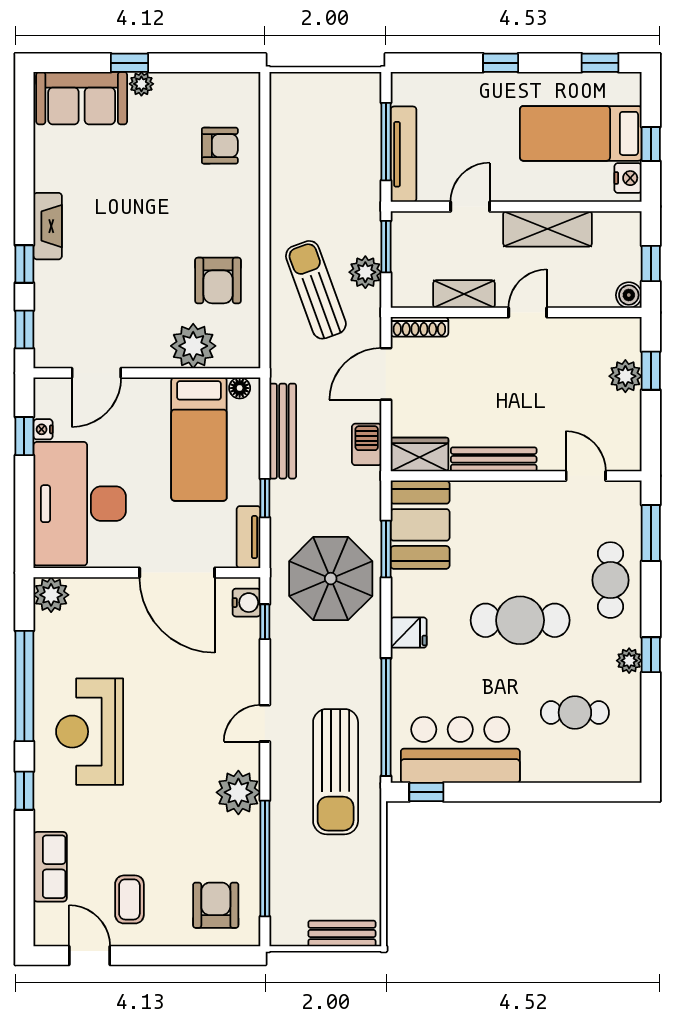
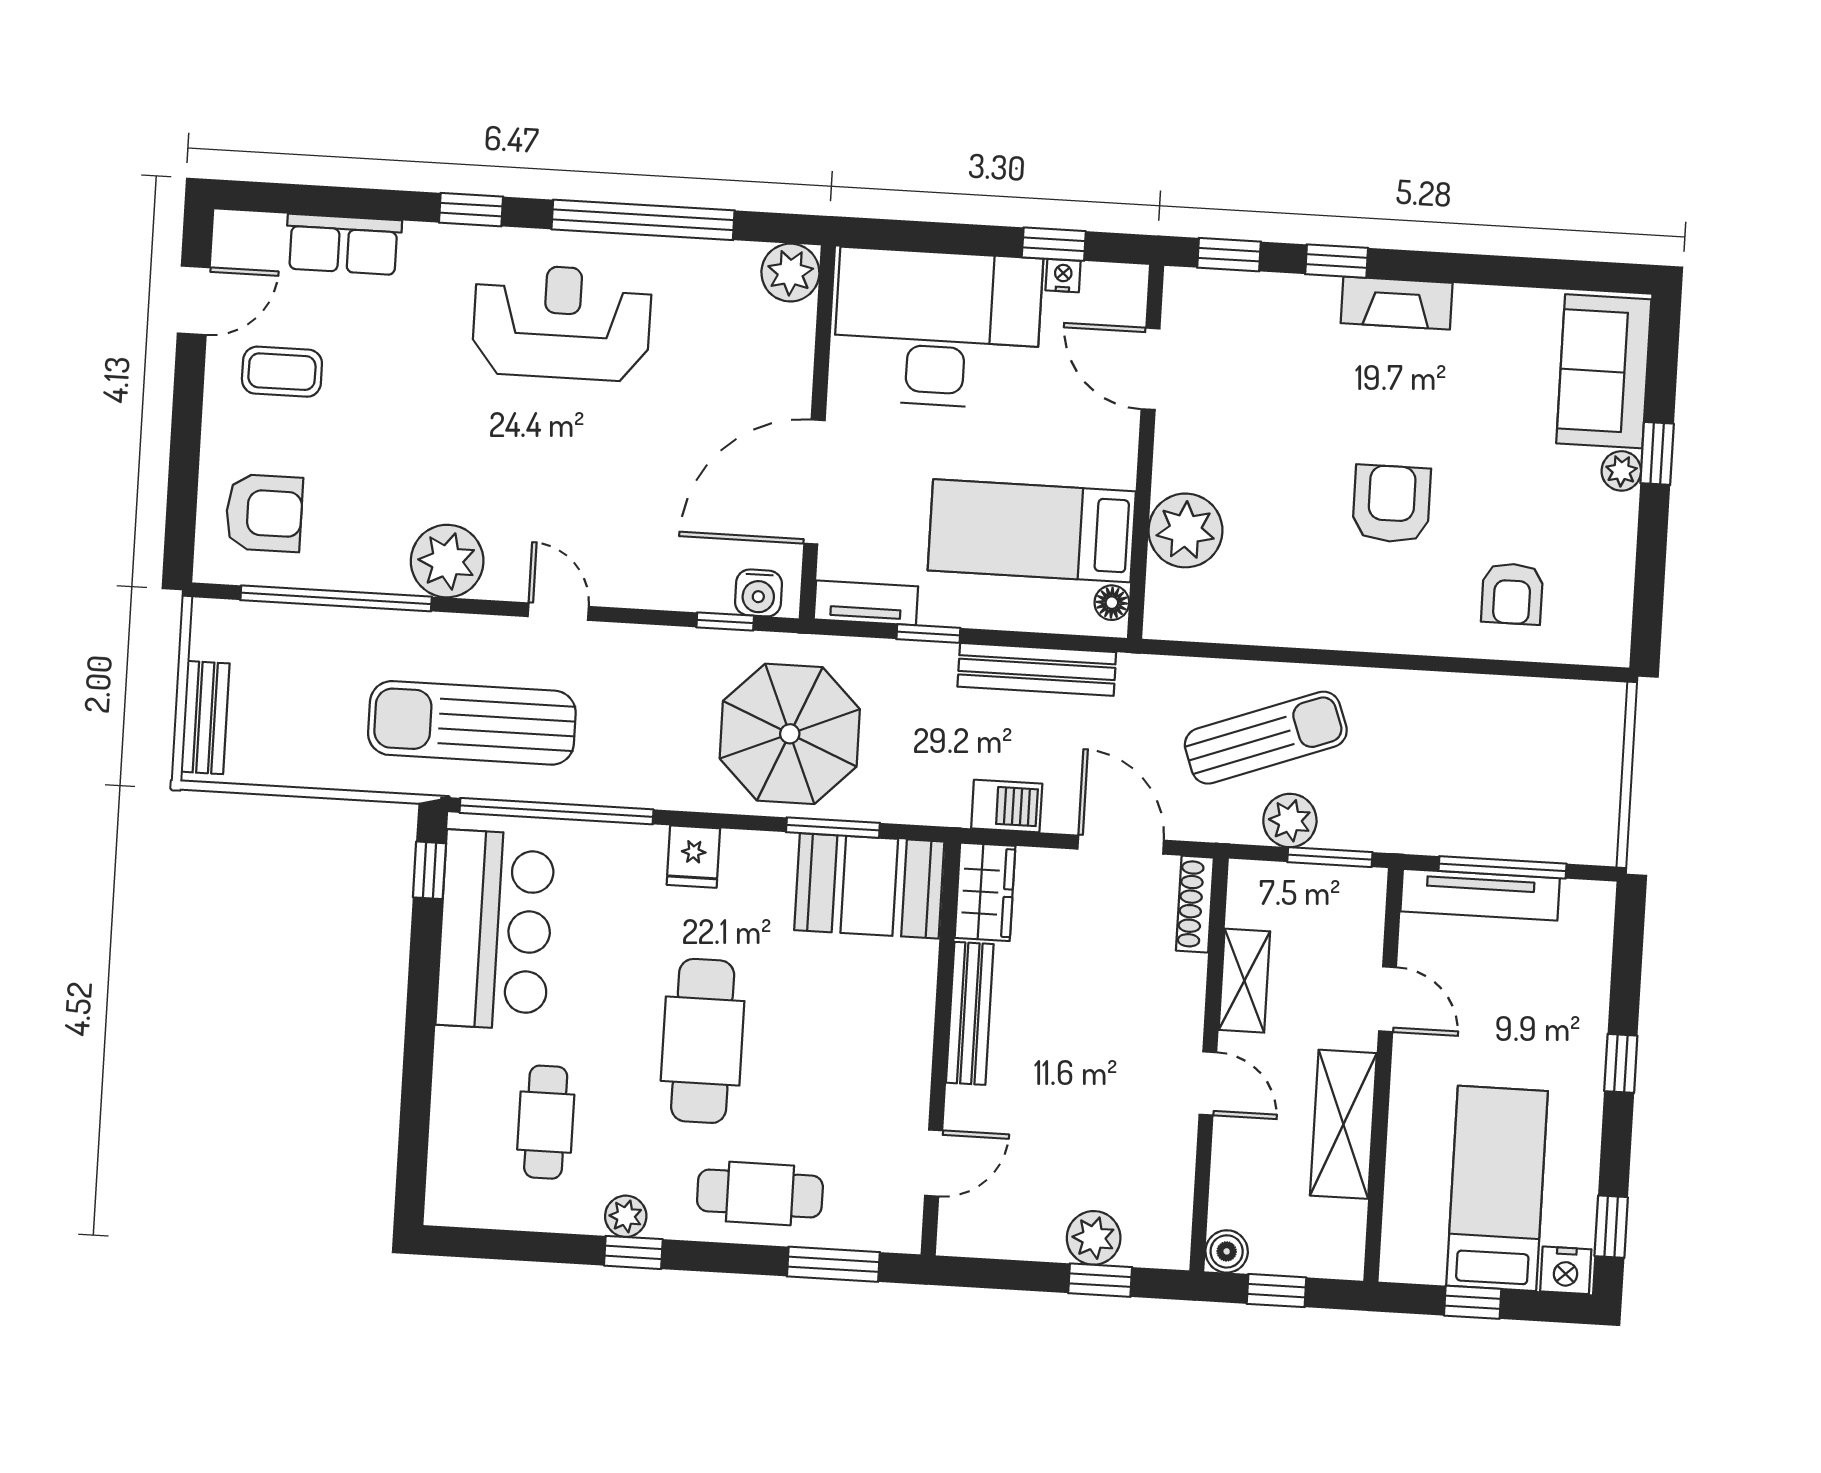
nightstand: (628, 178) -> (1566, 1270), moved
armchair: (218, 280) -> (1391, 504), moved, turned 90

